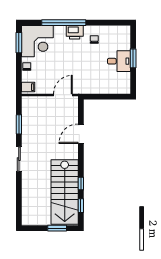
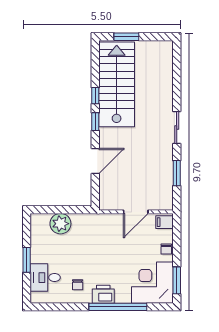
desk: (119, 61) -> (45, 278), moved
plant: (107, 86) -> (60, 224), added
door: (63, 95) -> (136, 212), moved
window: (81, 206) -> (95, 122), moved

